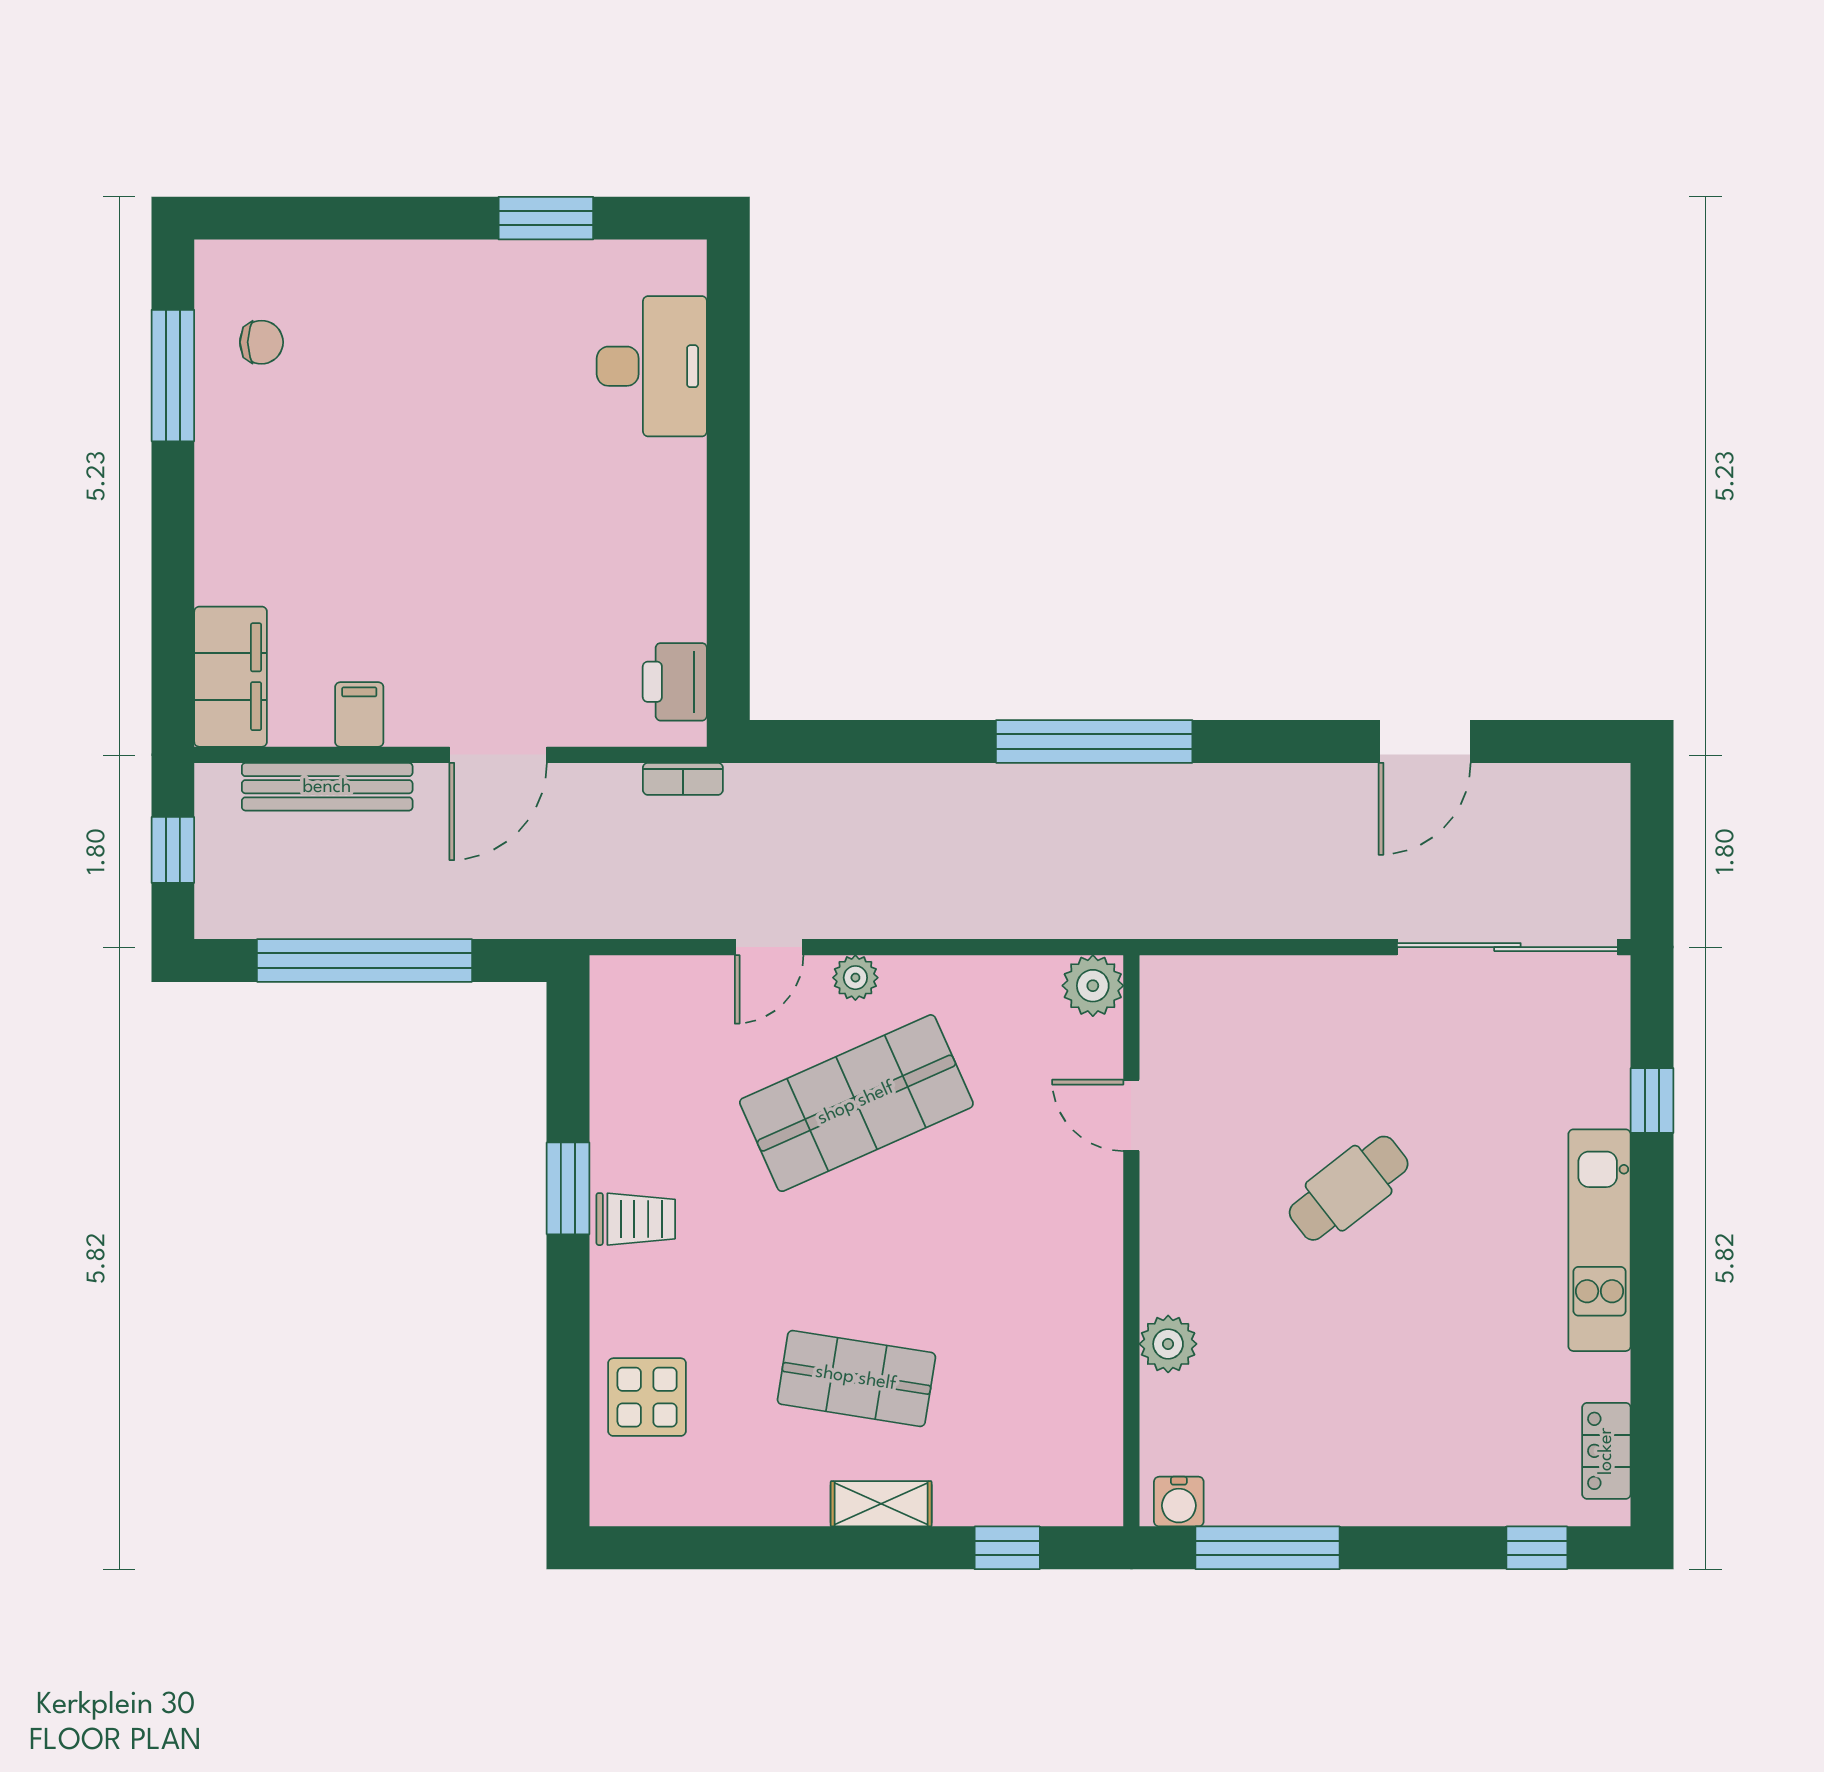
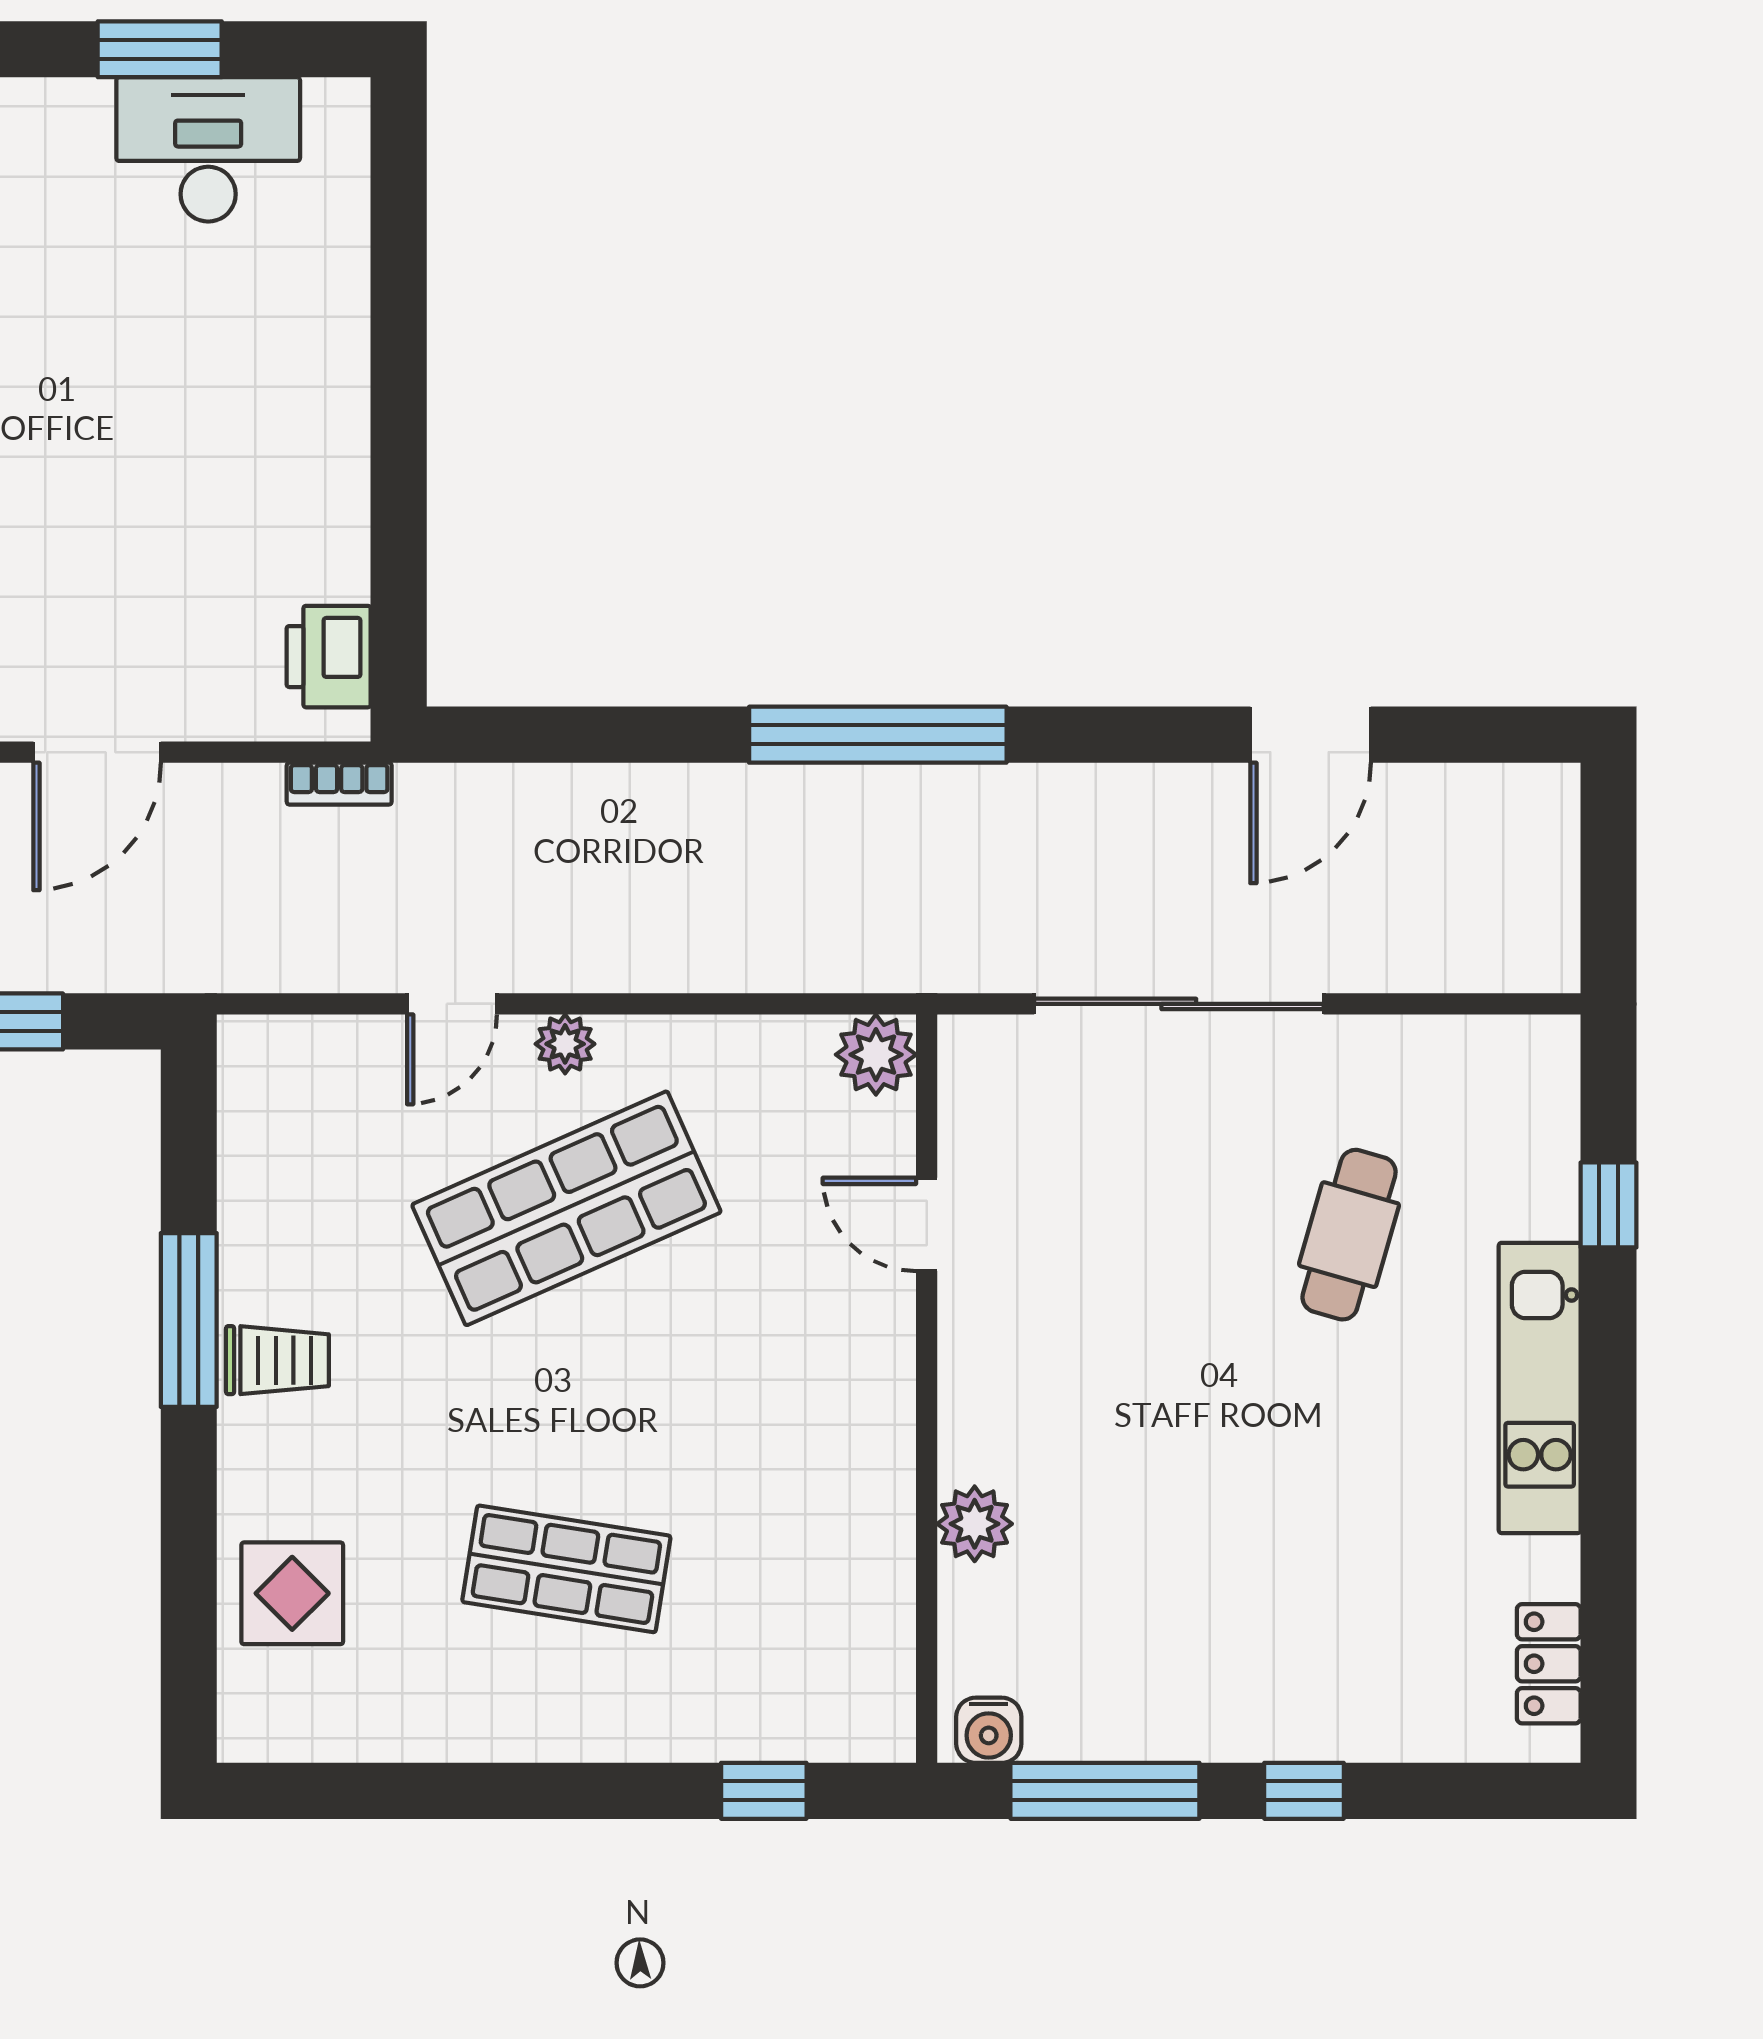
desk: (652, 366) -> (208, 149), moved, turned -90
sliding door: (1507, 947) -> (1179, 1004), moved
window: (568, 1188) -> (189, 1320), width x1.44
cafe table: (1349, 1188) -> (1349, 1235), moved, turned -36
shelving: (881, 1504) -> (599, 1733), removed
window: (1537, 1548) -> (1304, 1791), moved

